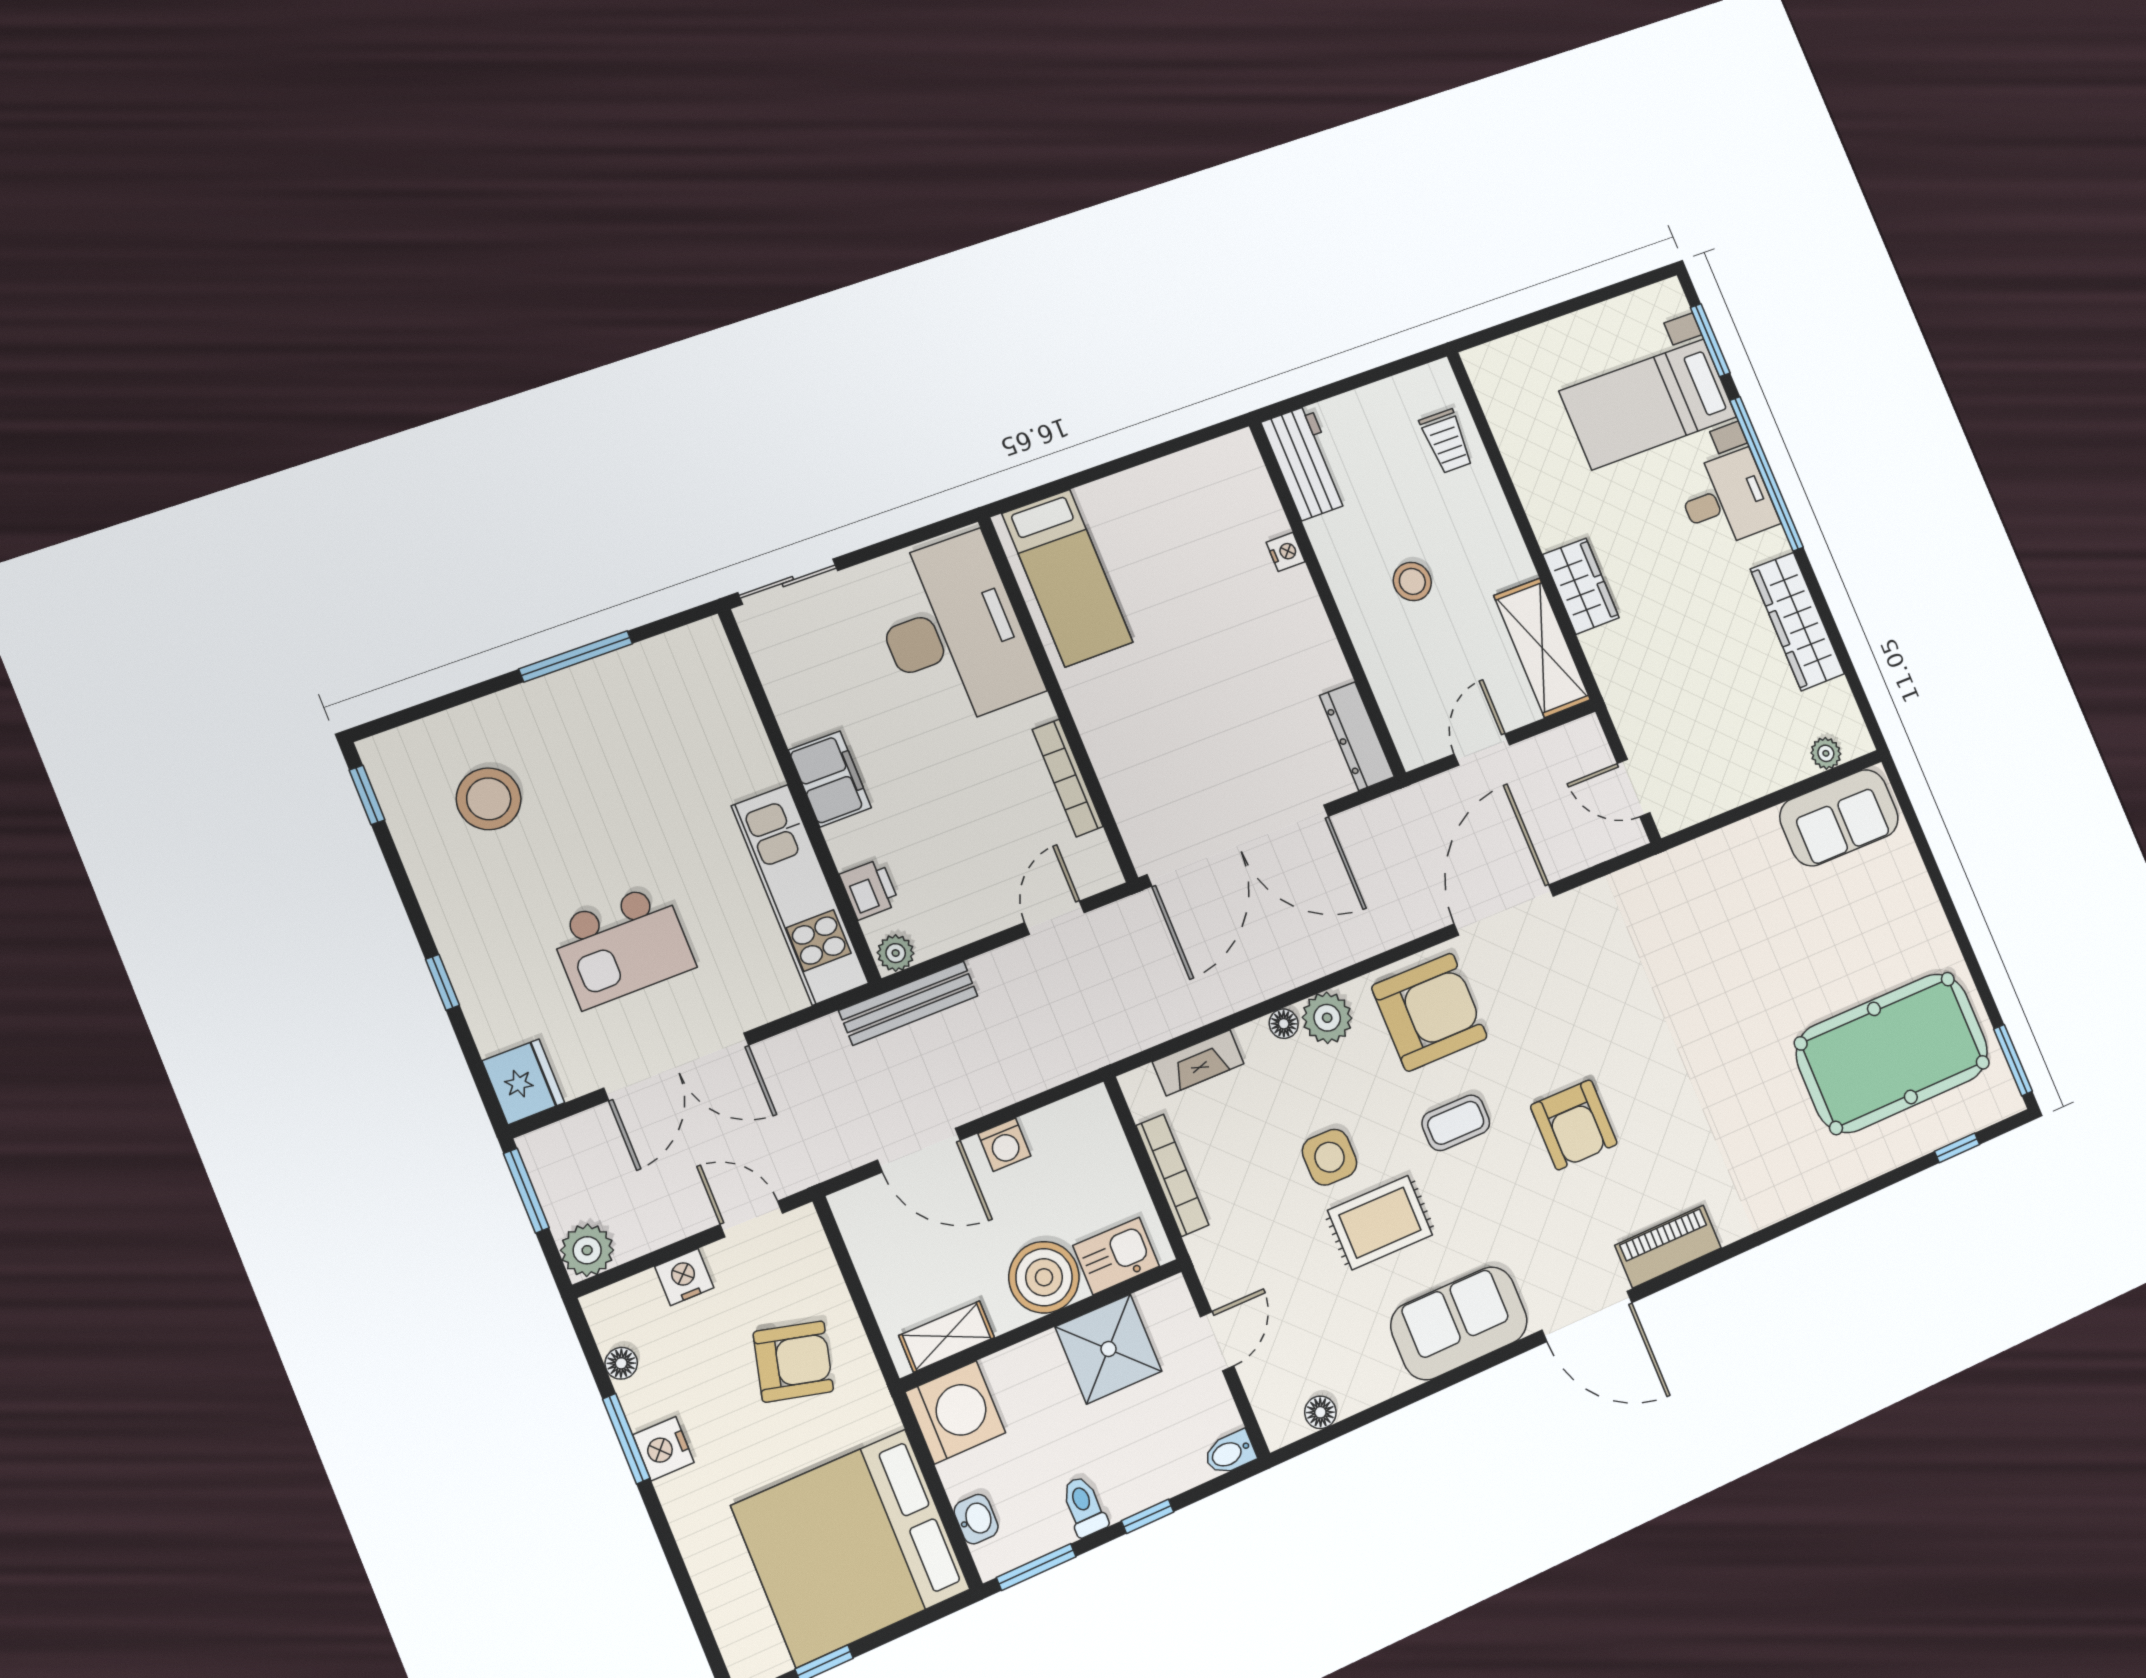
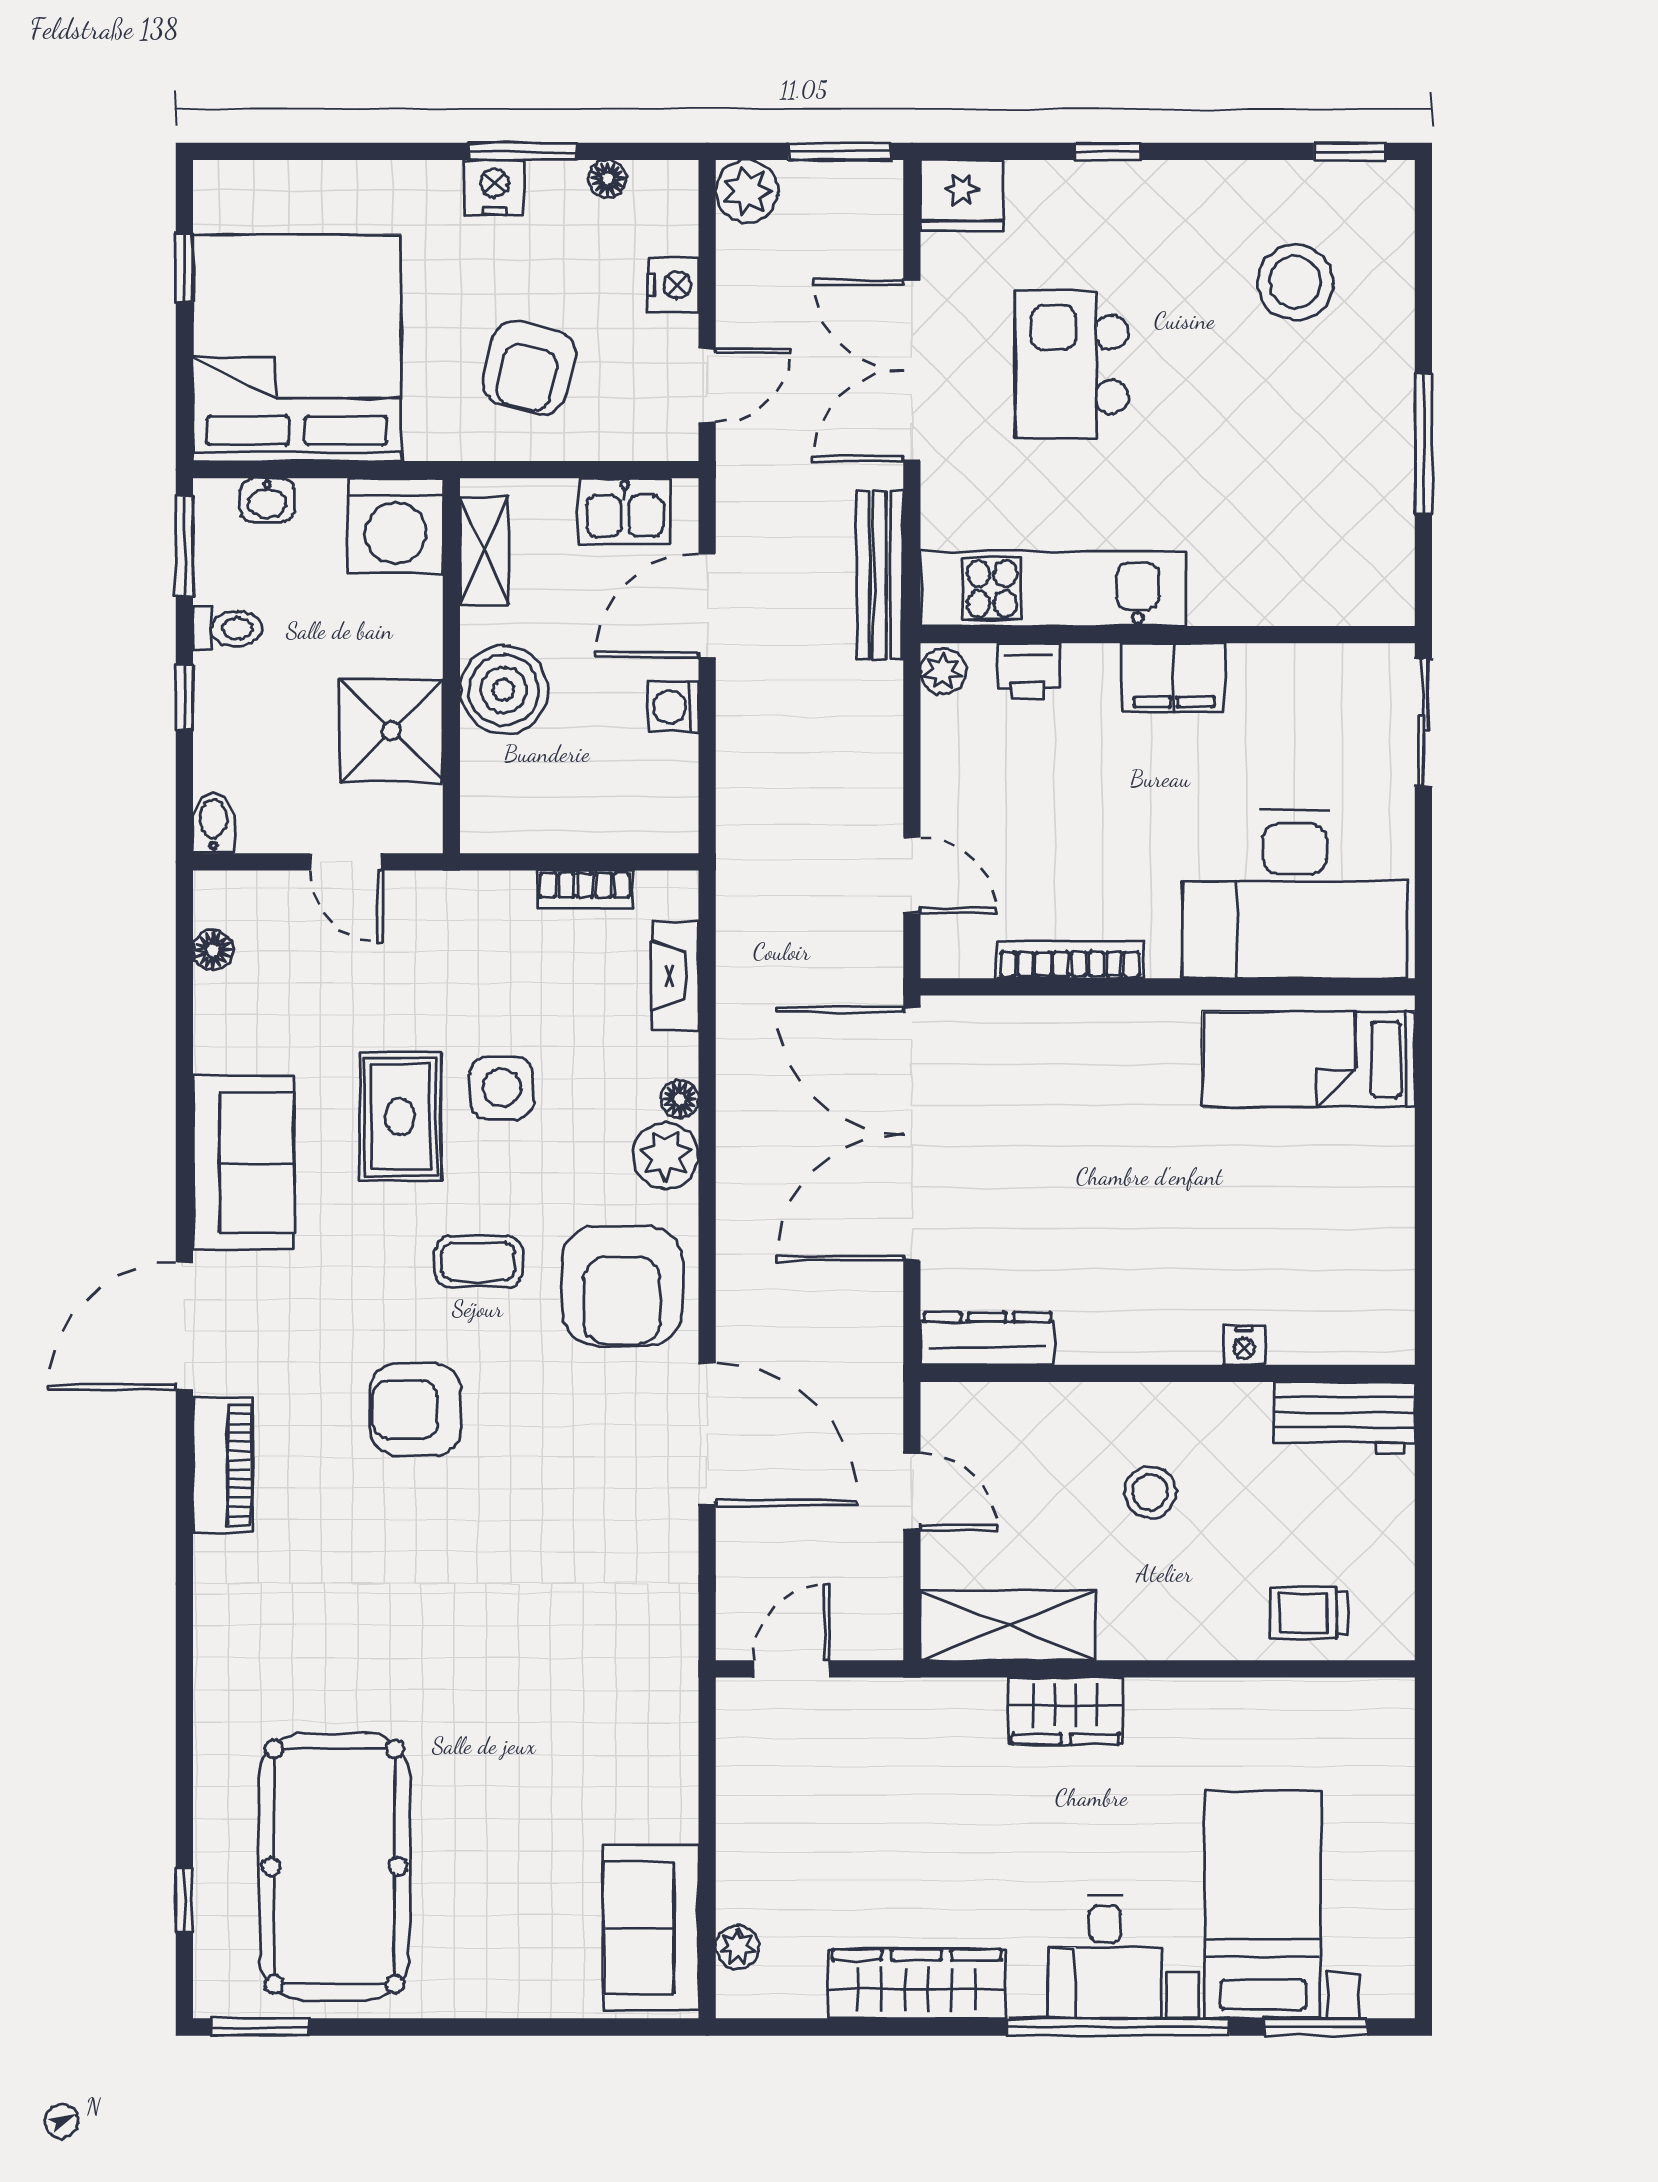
bench: (908, 1003) -> (880, 575), moved
coffee table: (1456, 1123) -> (478, 1262), turned 90
bookcase: (1172, 1175) -> (585, 890), width x0.64
kitchen sink: (1116, 1256) -> (625, 511), moved, turned 90

